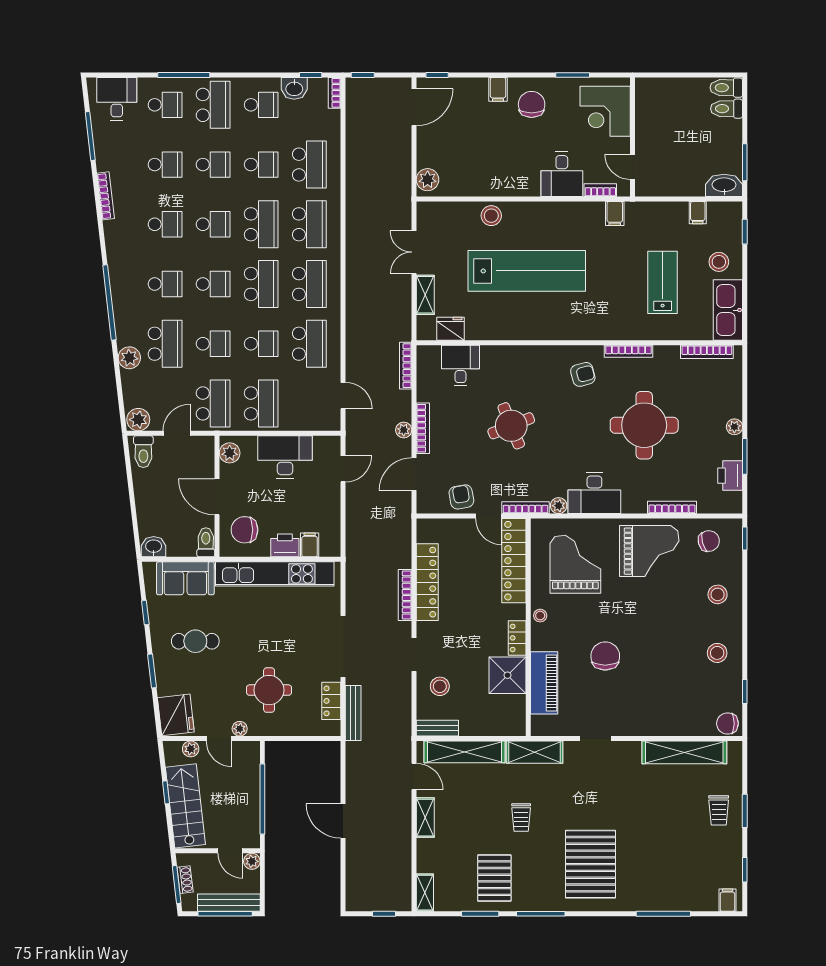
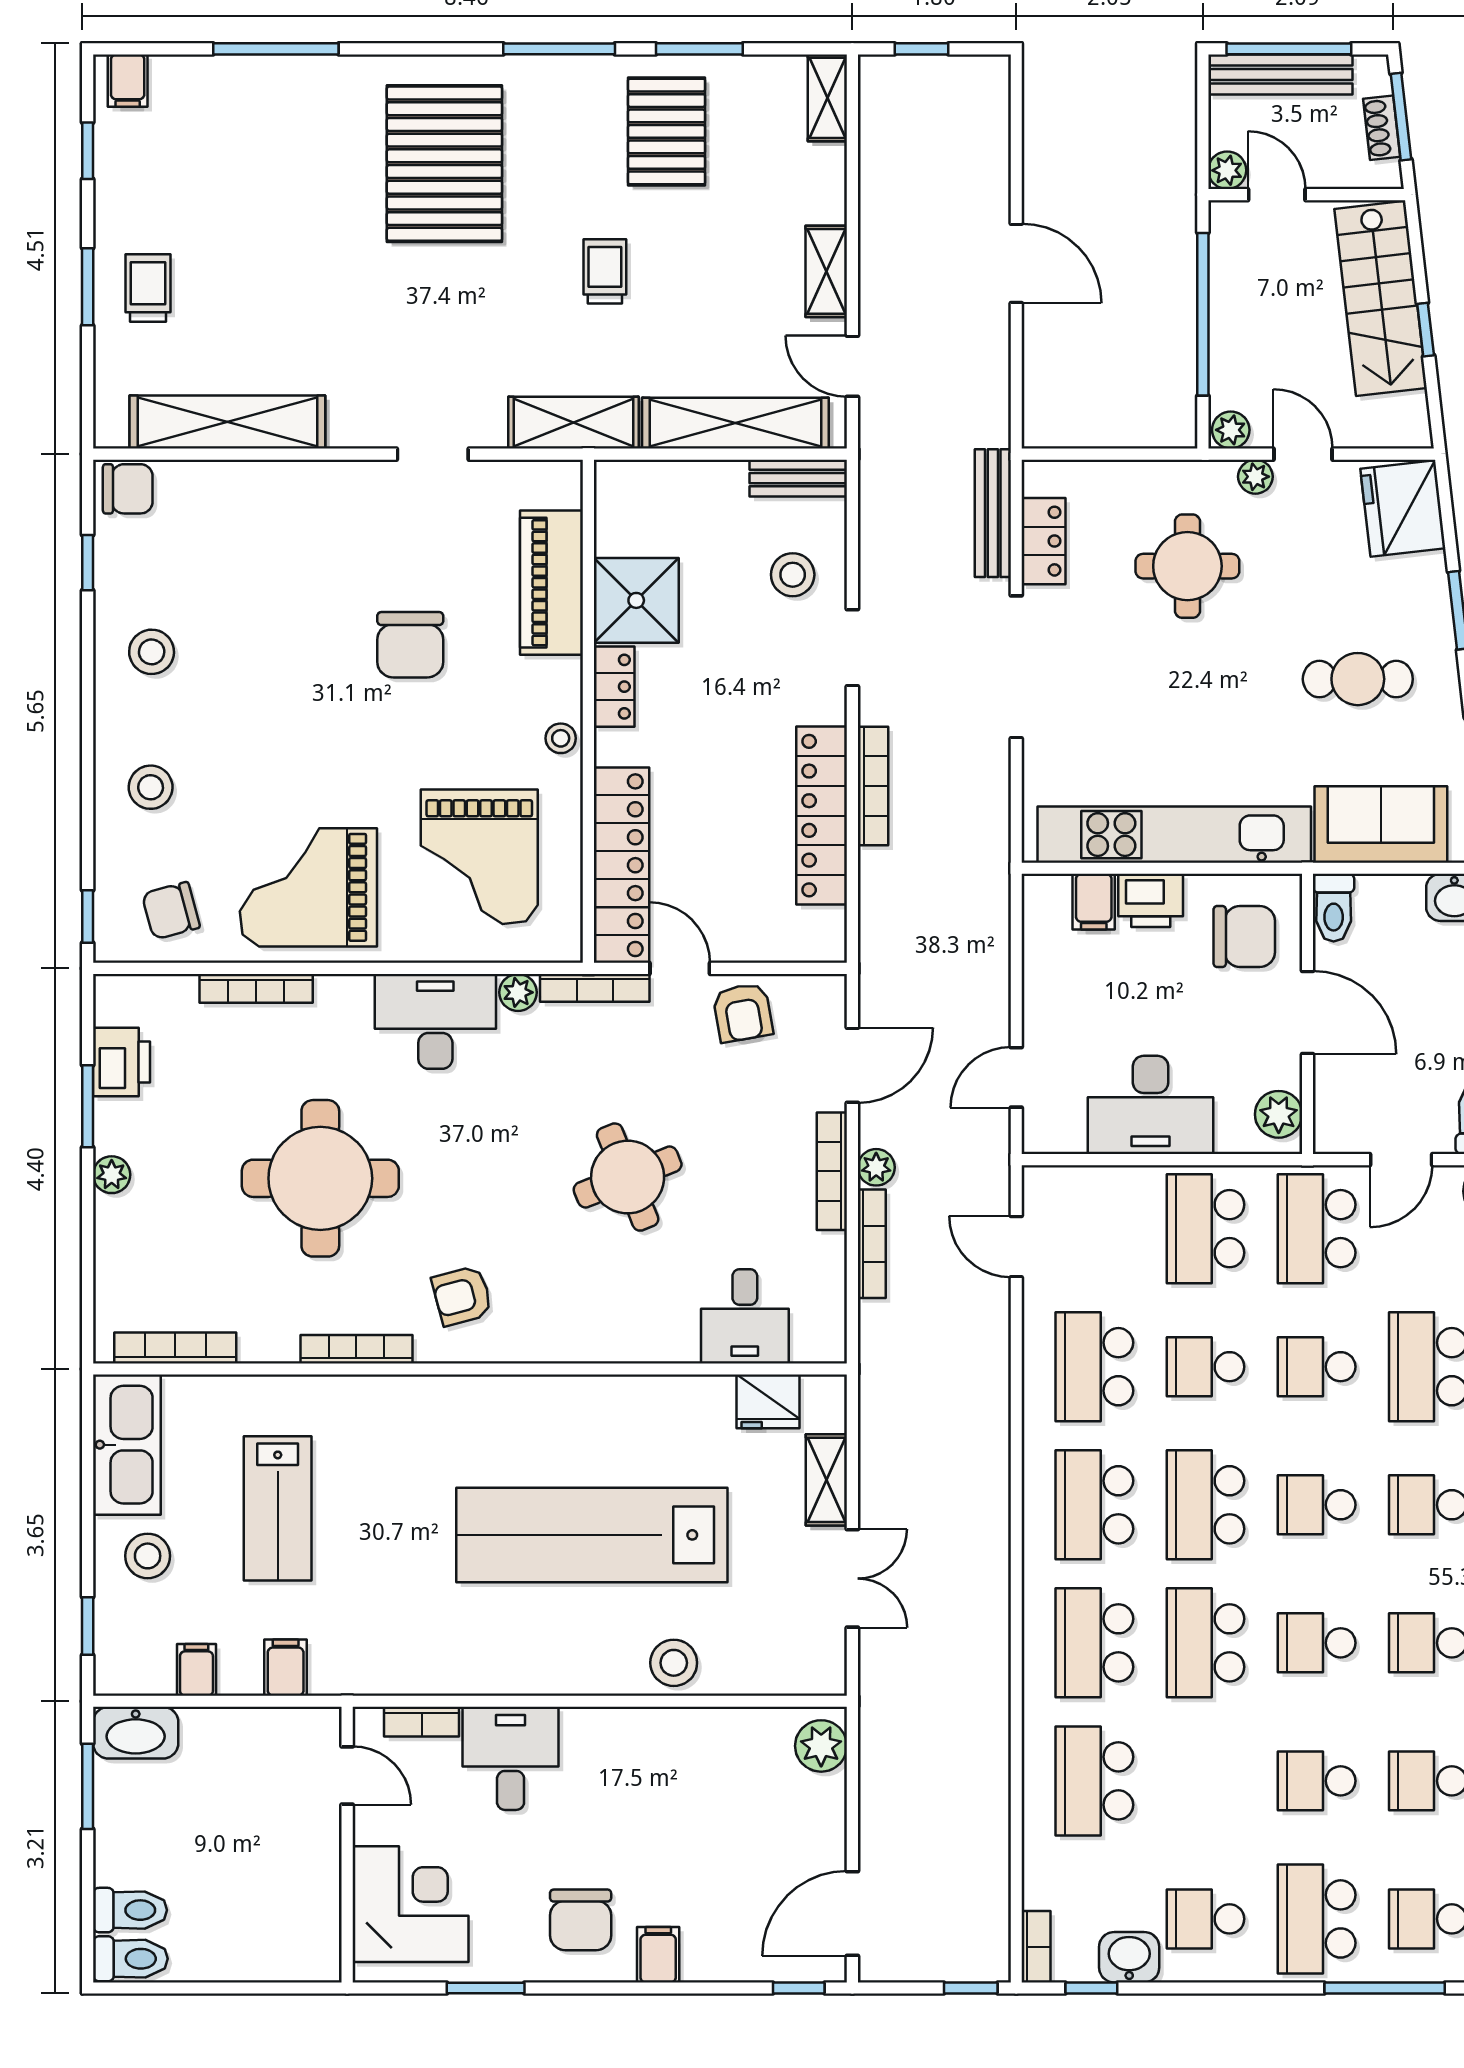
school desk: (261, 165) -> (1205, 1781), removed
filing cabinet: (615, 214) -> (286, 1668), moved
bookcase: (406, 366) -> (872, 1244), moved
plant: (191, 749) -> (1231, 430), moved

